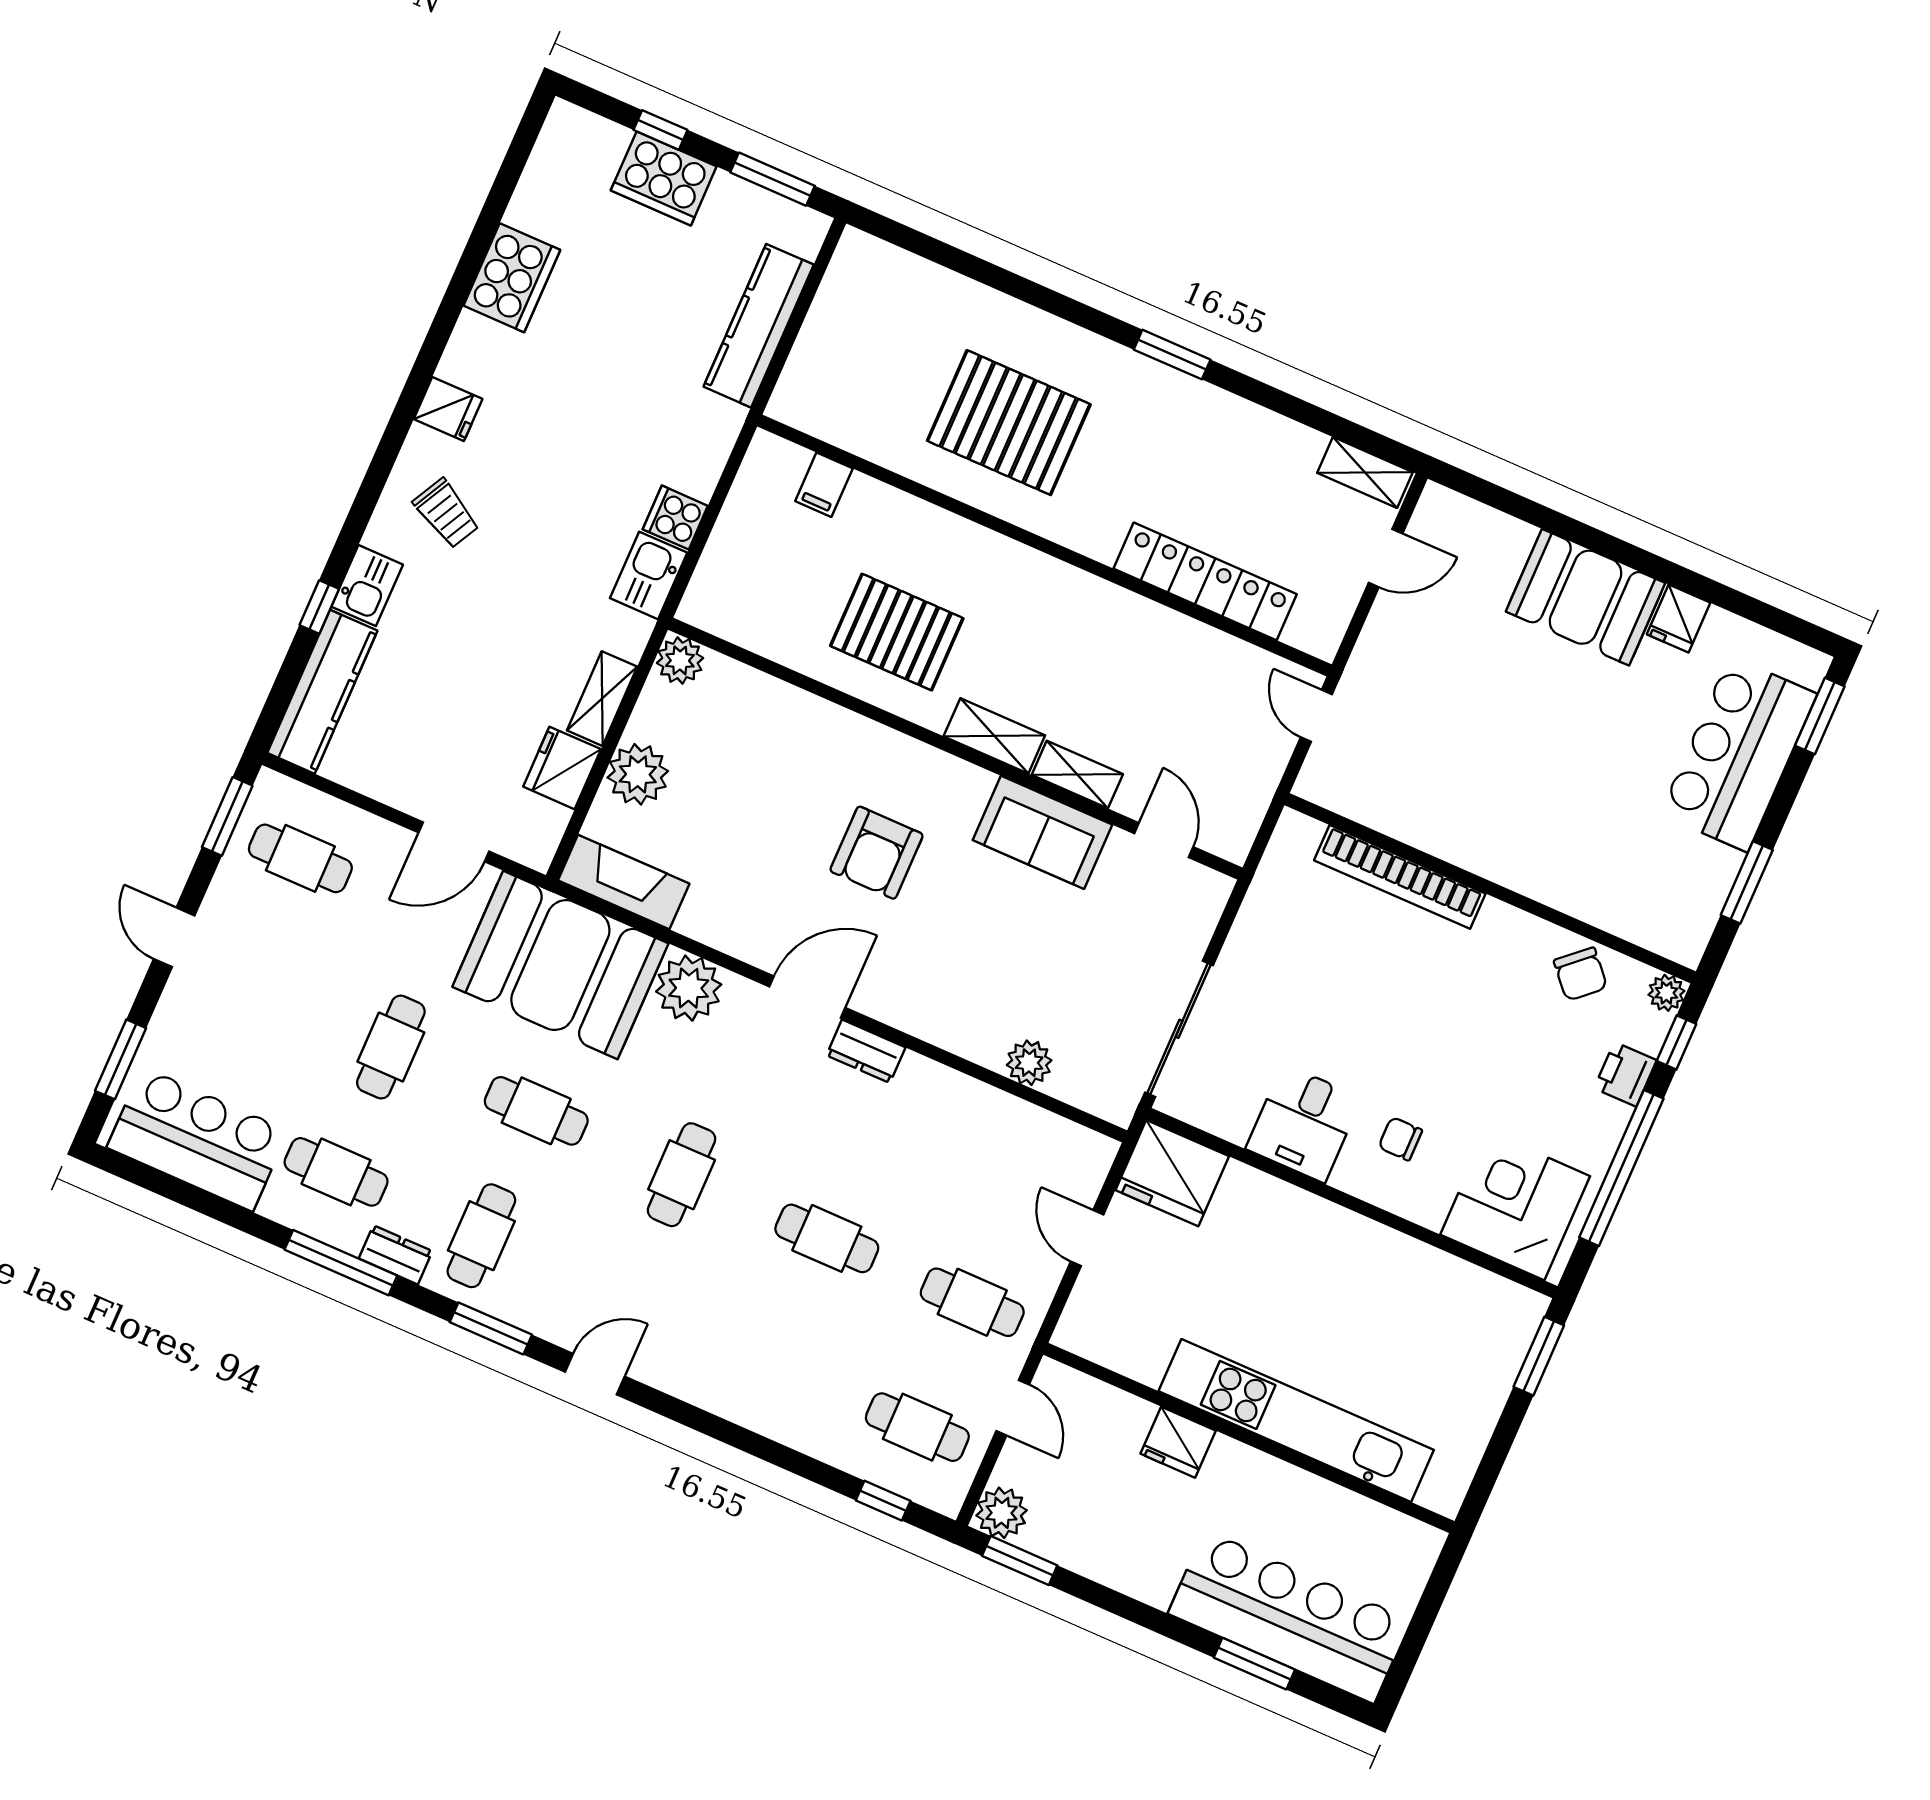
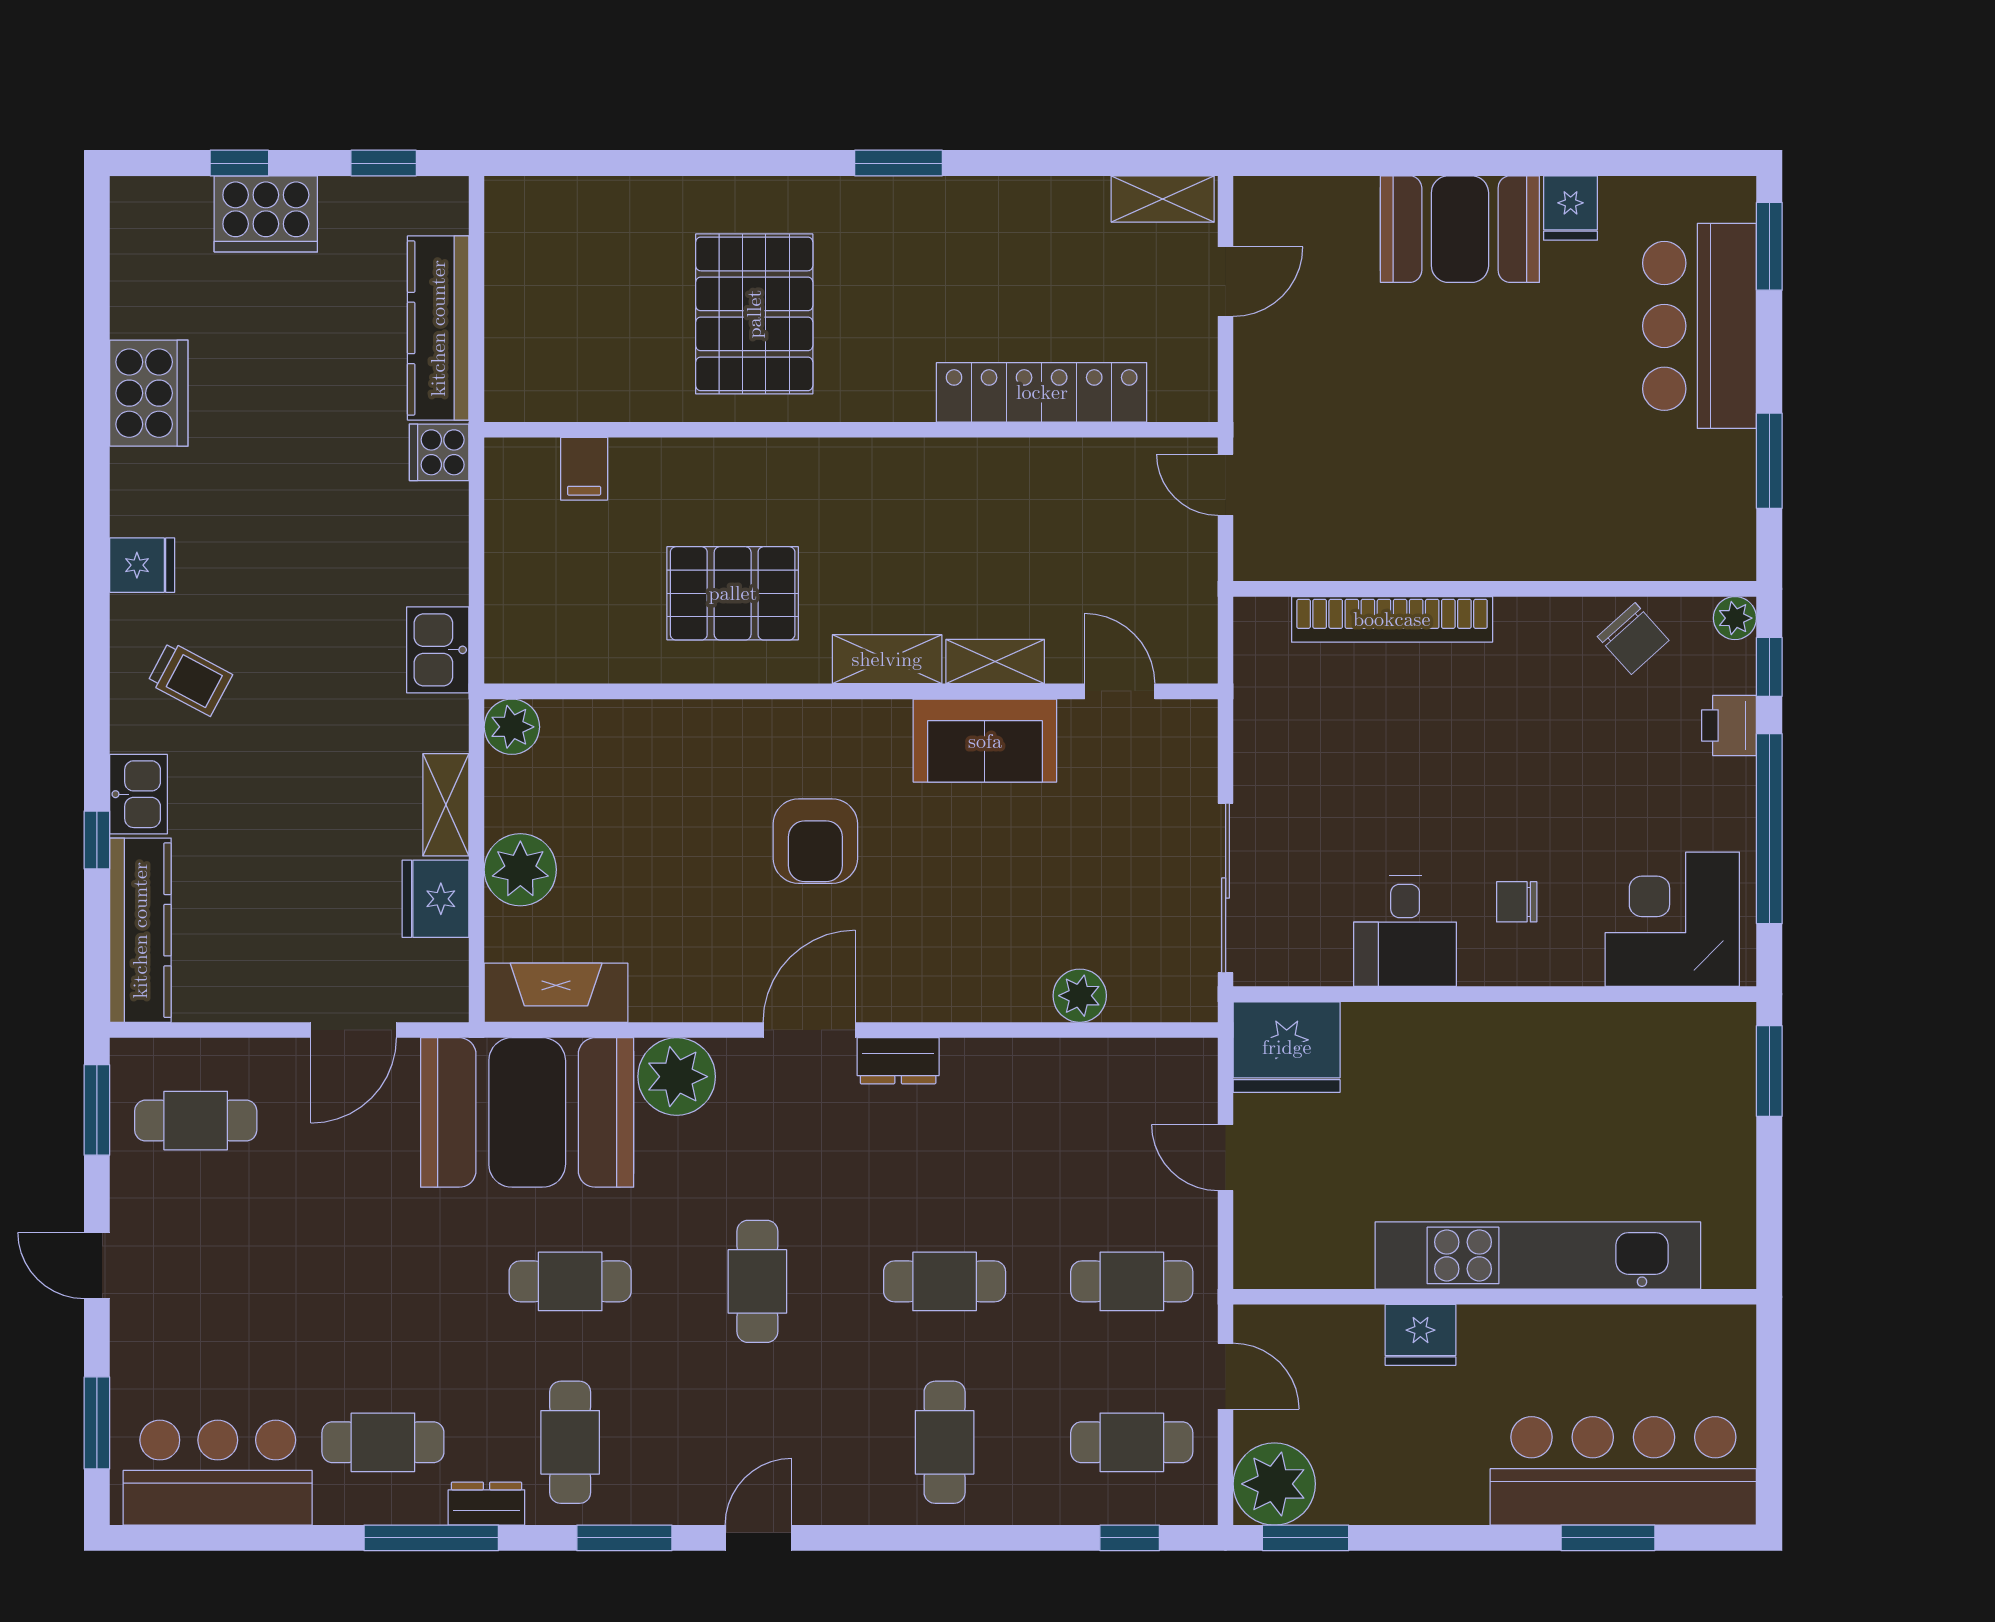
window: (773, 179) -> (384, 163), width x0.67
pallet: (1009, 423) -> (754, 314), turned 90
cooker: (675, 518) -> (439, 452), moved
cafe table: (391, 1047) -> (945, 1442), moved
plant: (1002, 1513) -> (1274, 1484), width x1.36, depth x1.36

